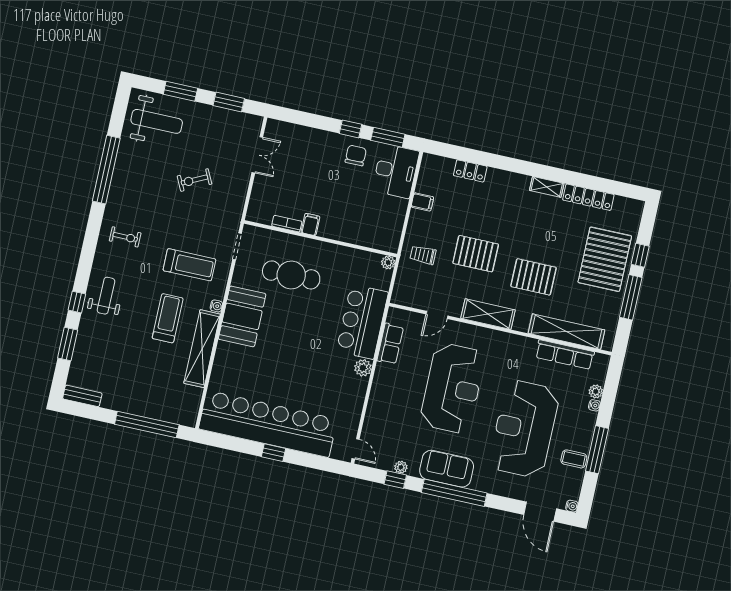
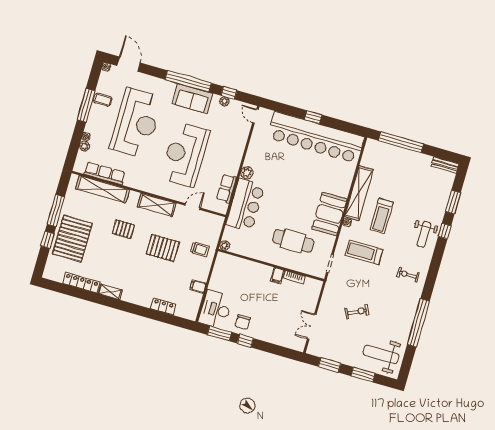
pallet: (533, 277) -> (123, 229), width x0.67, depth x0.71

